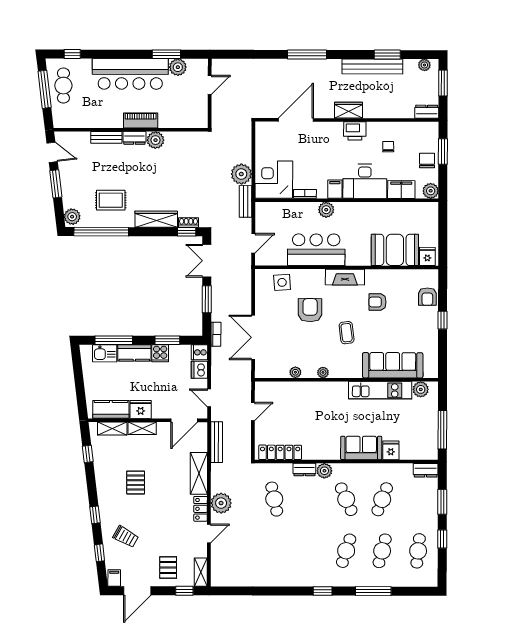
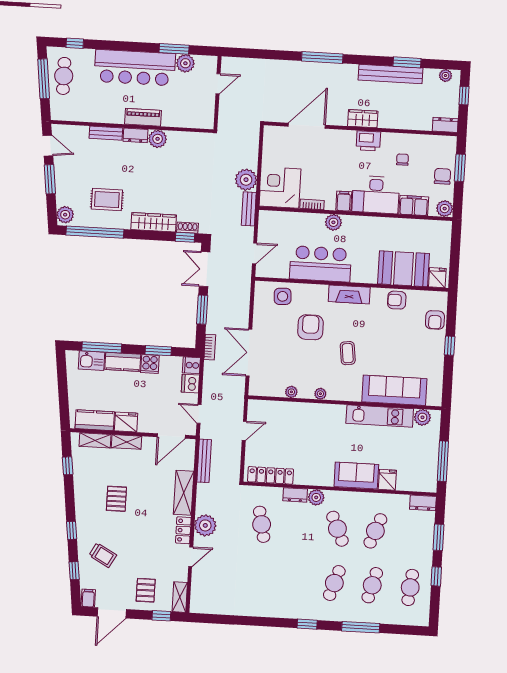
window: (443, 83) -> (464, 96), width x0.67
armchair: (378, 302) -> (397, 300), moved

